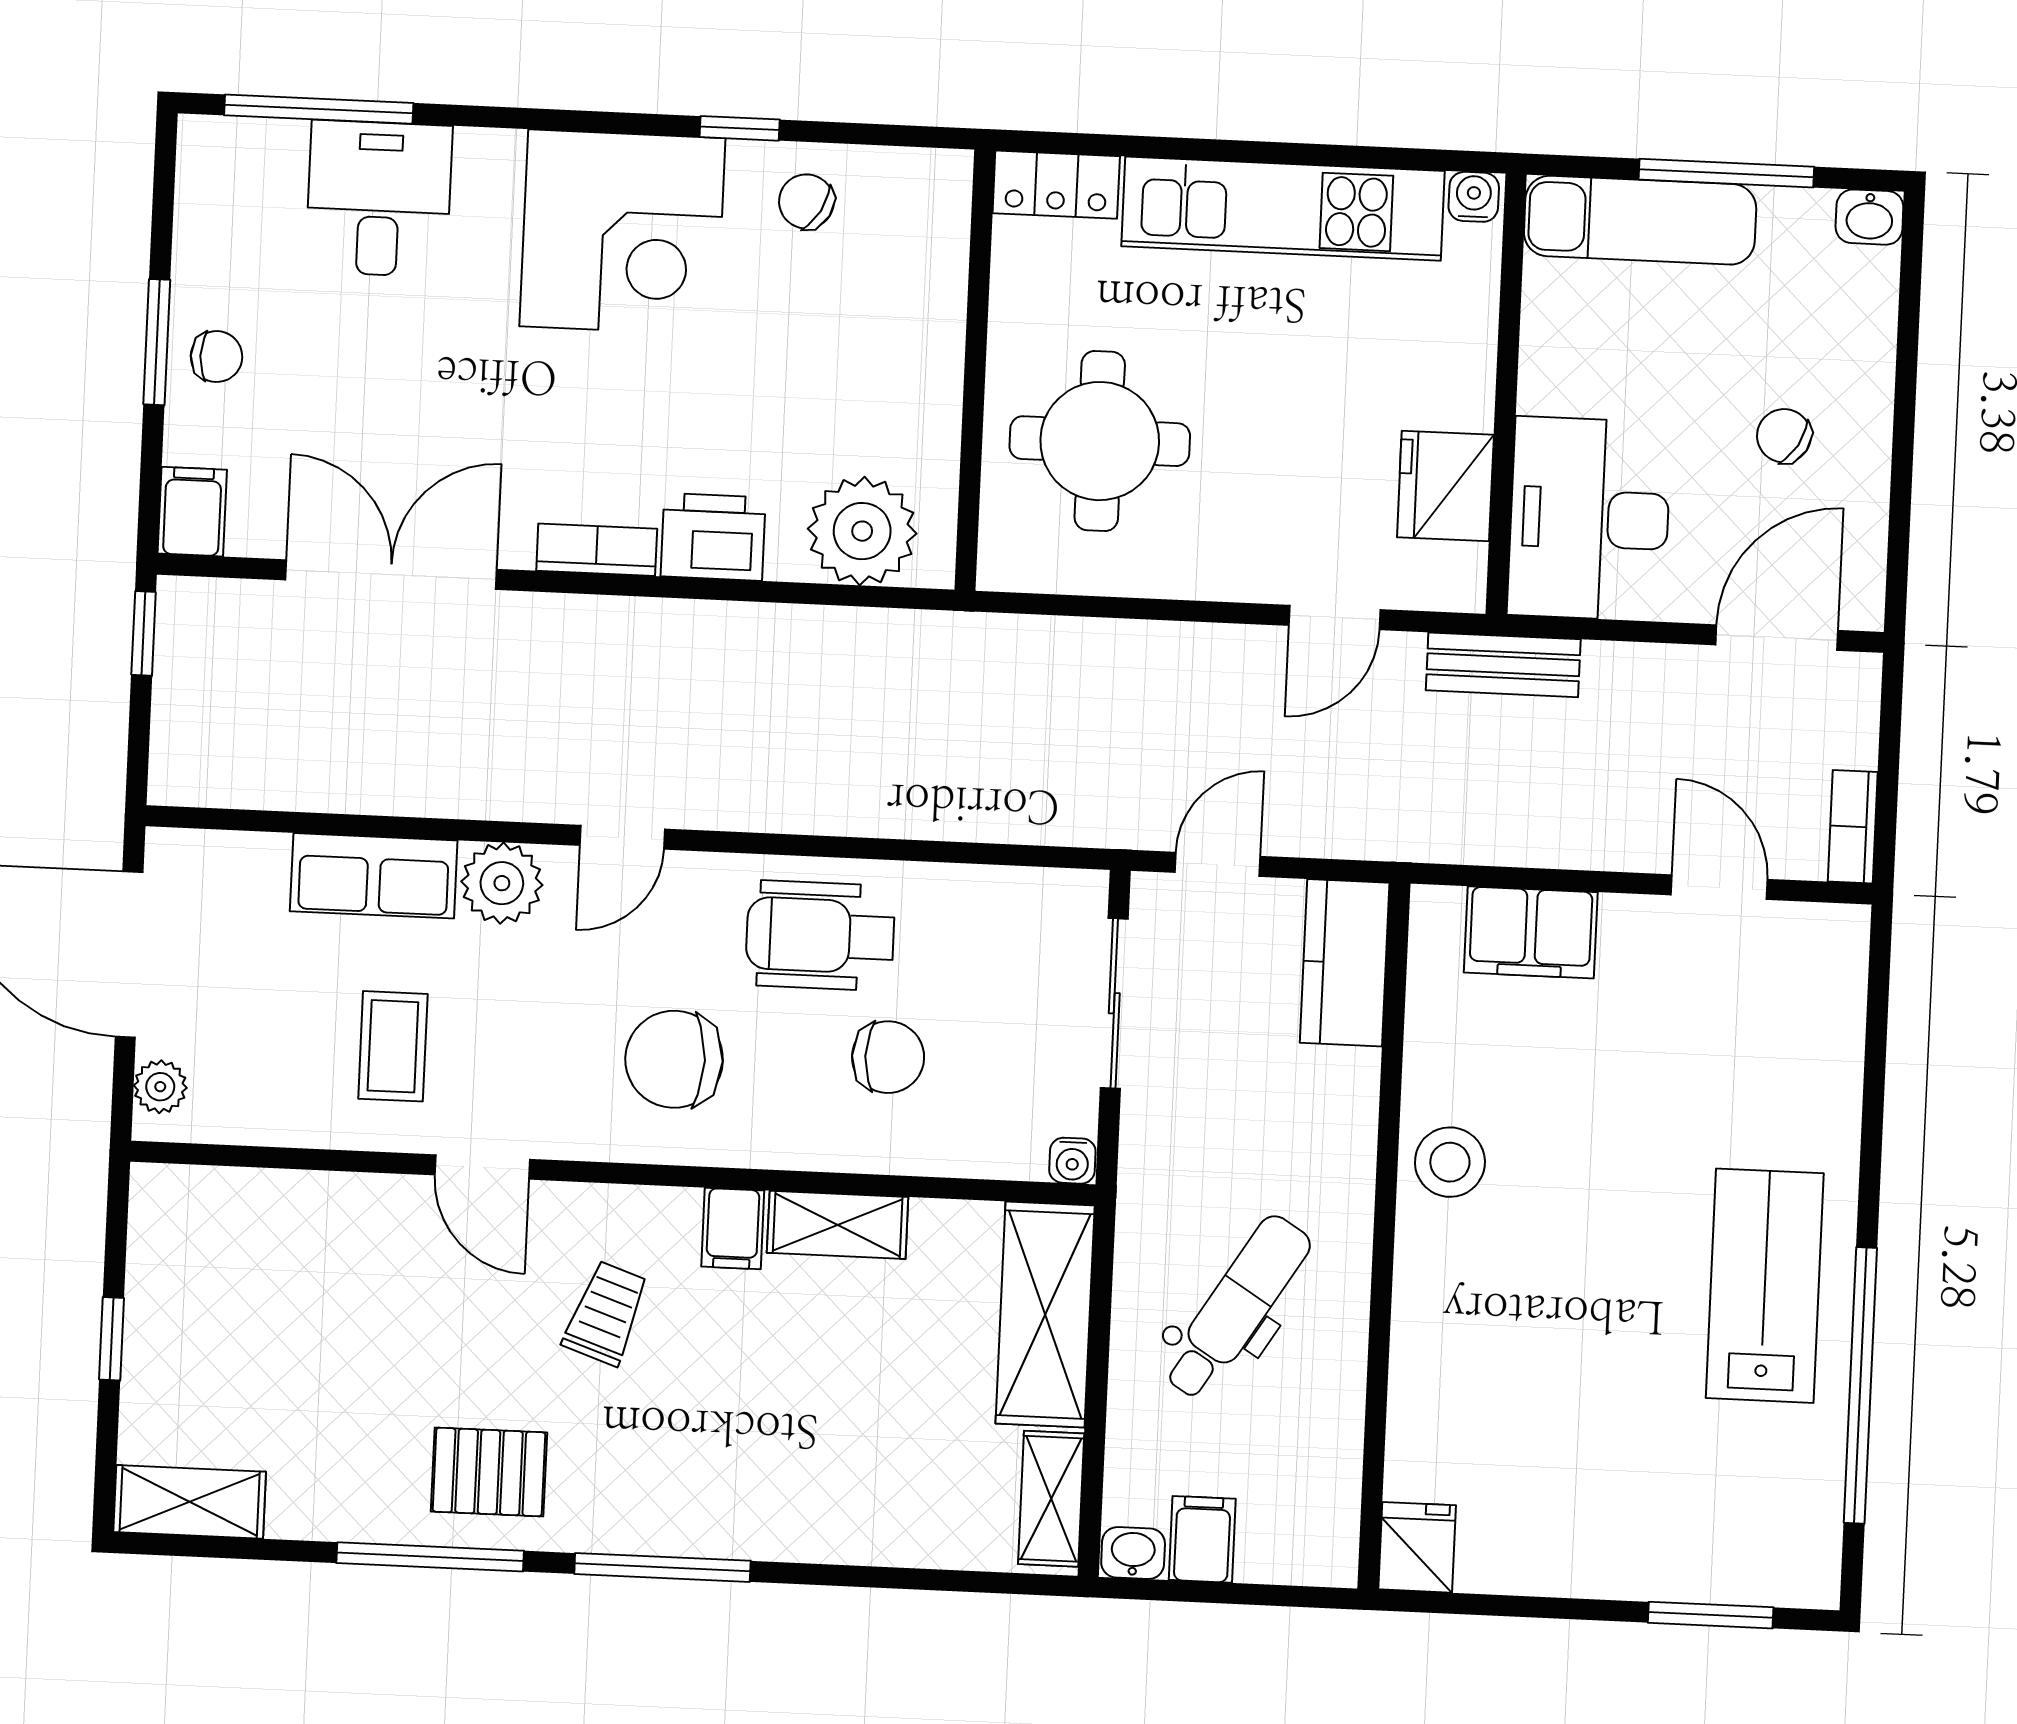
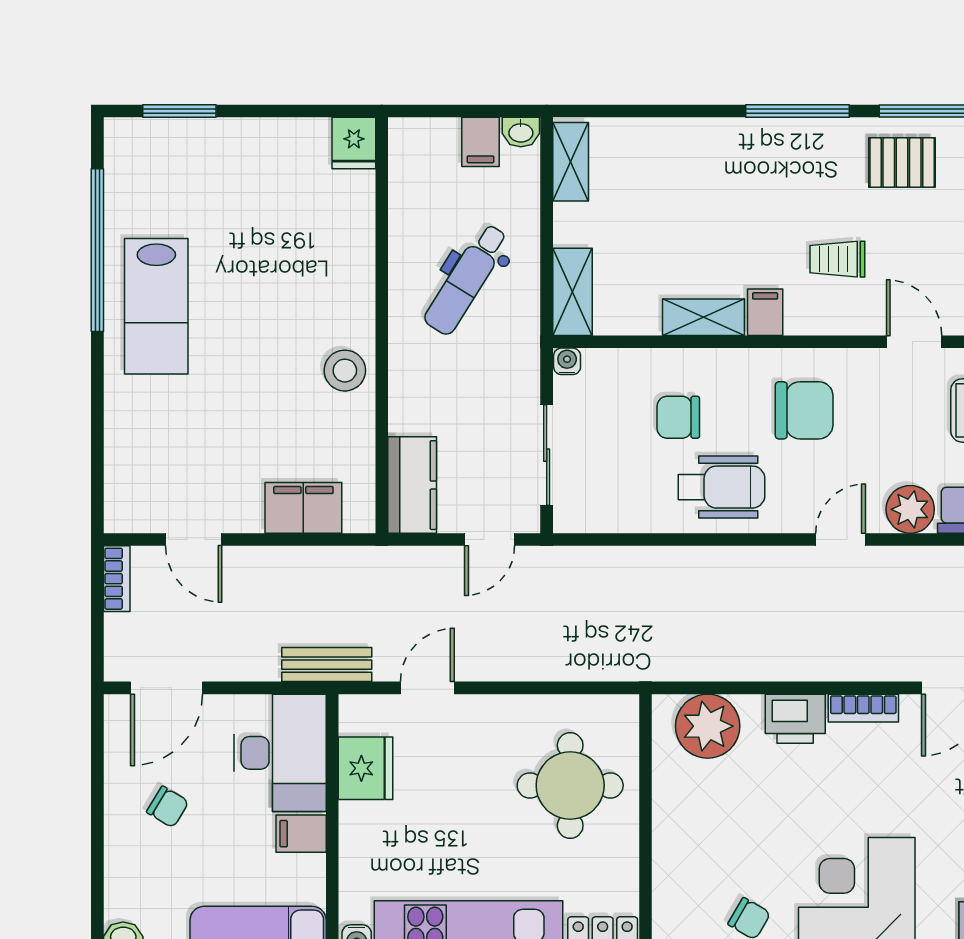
filing cabinet: (1560, 380) -> (301, 834), added
trolley: (606, 1313) -> (837, 259), turned 71
shelving: (1045, 1315) -> (572, 292), width x0.67, depth x0.75

